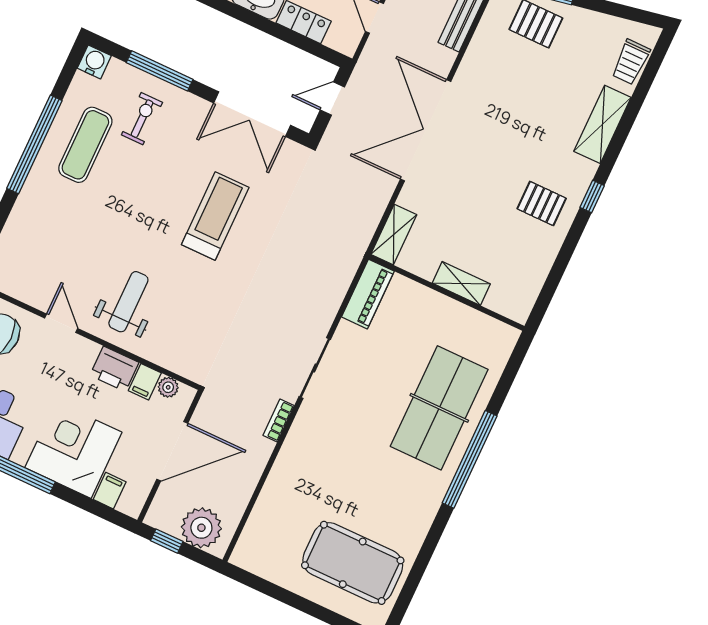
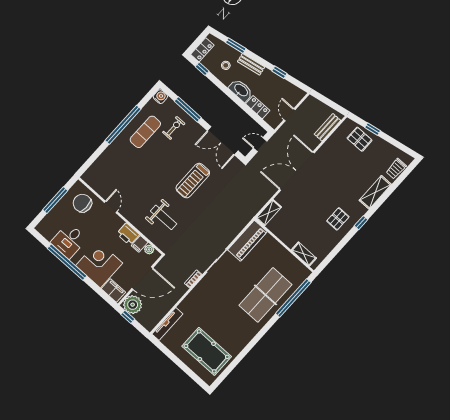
pallet: (542, 203) -> (338, 219), turned 90
treadmill: (215, 216) -> (193, 181), turned 180
shelving: (461, 283) -> (304, 254), moved
piano: (368, 294) -> (247, 241), width x1.37, depth x1.33
weight bench: (128, 302) -> (164, 217), moved, turned 90
window: (470, 459) -> (293, 298), moved
filing cabinet: (110, 491) -> (113, 290), width x2.00
plant: (201, 528) -> (133, 305), moved
tv unit: (253, 531) -> (167, 324), added

